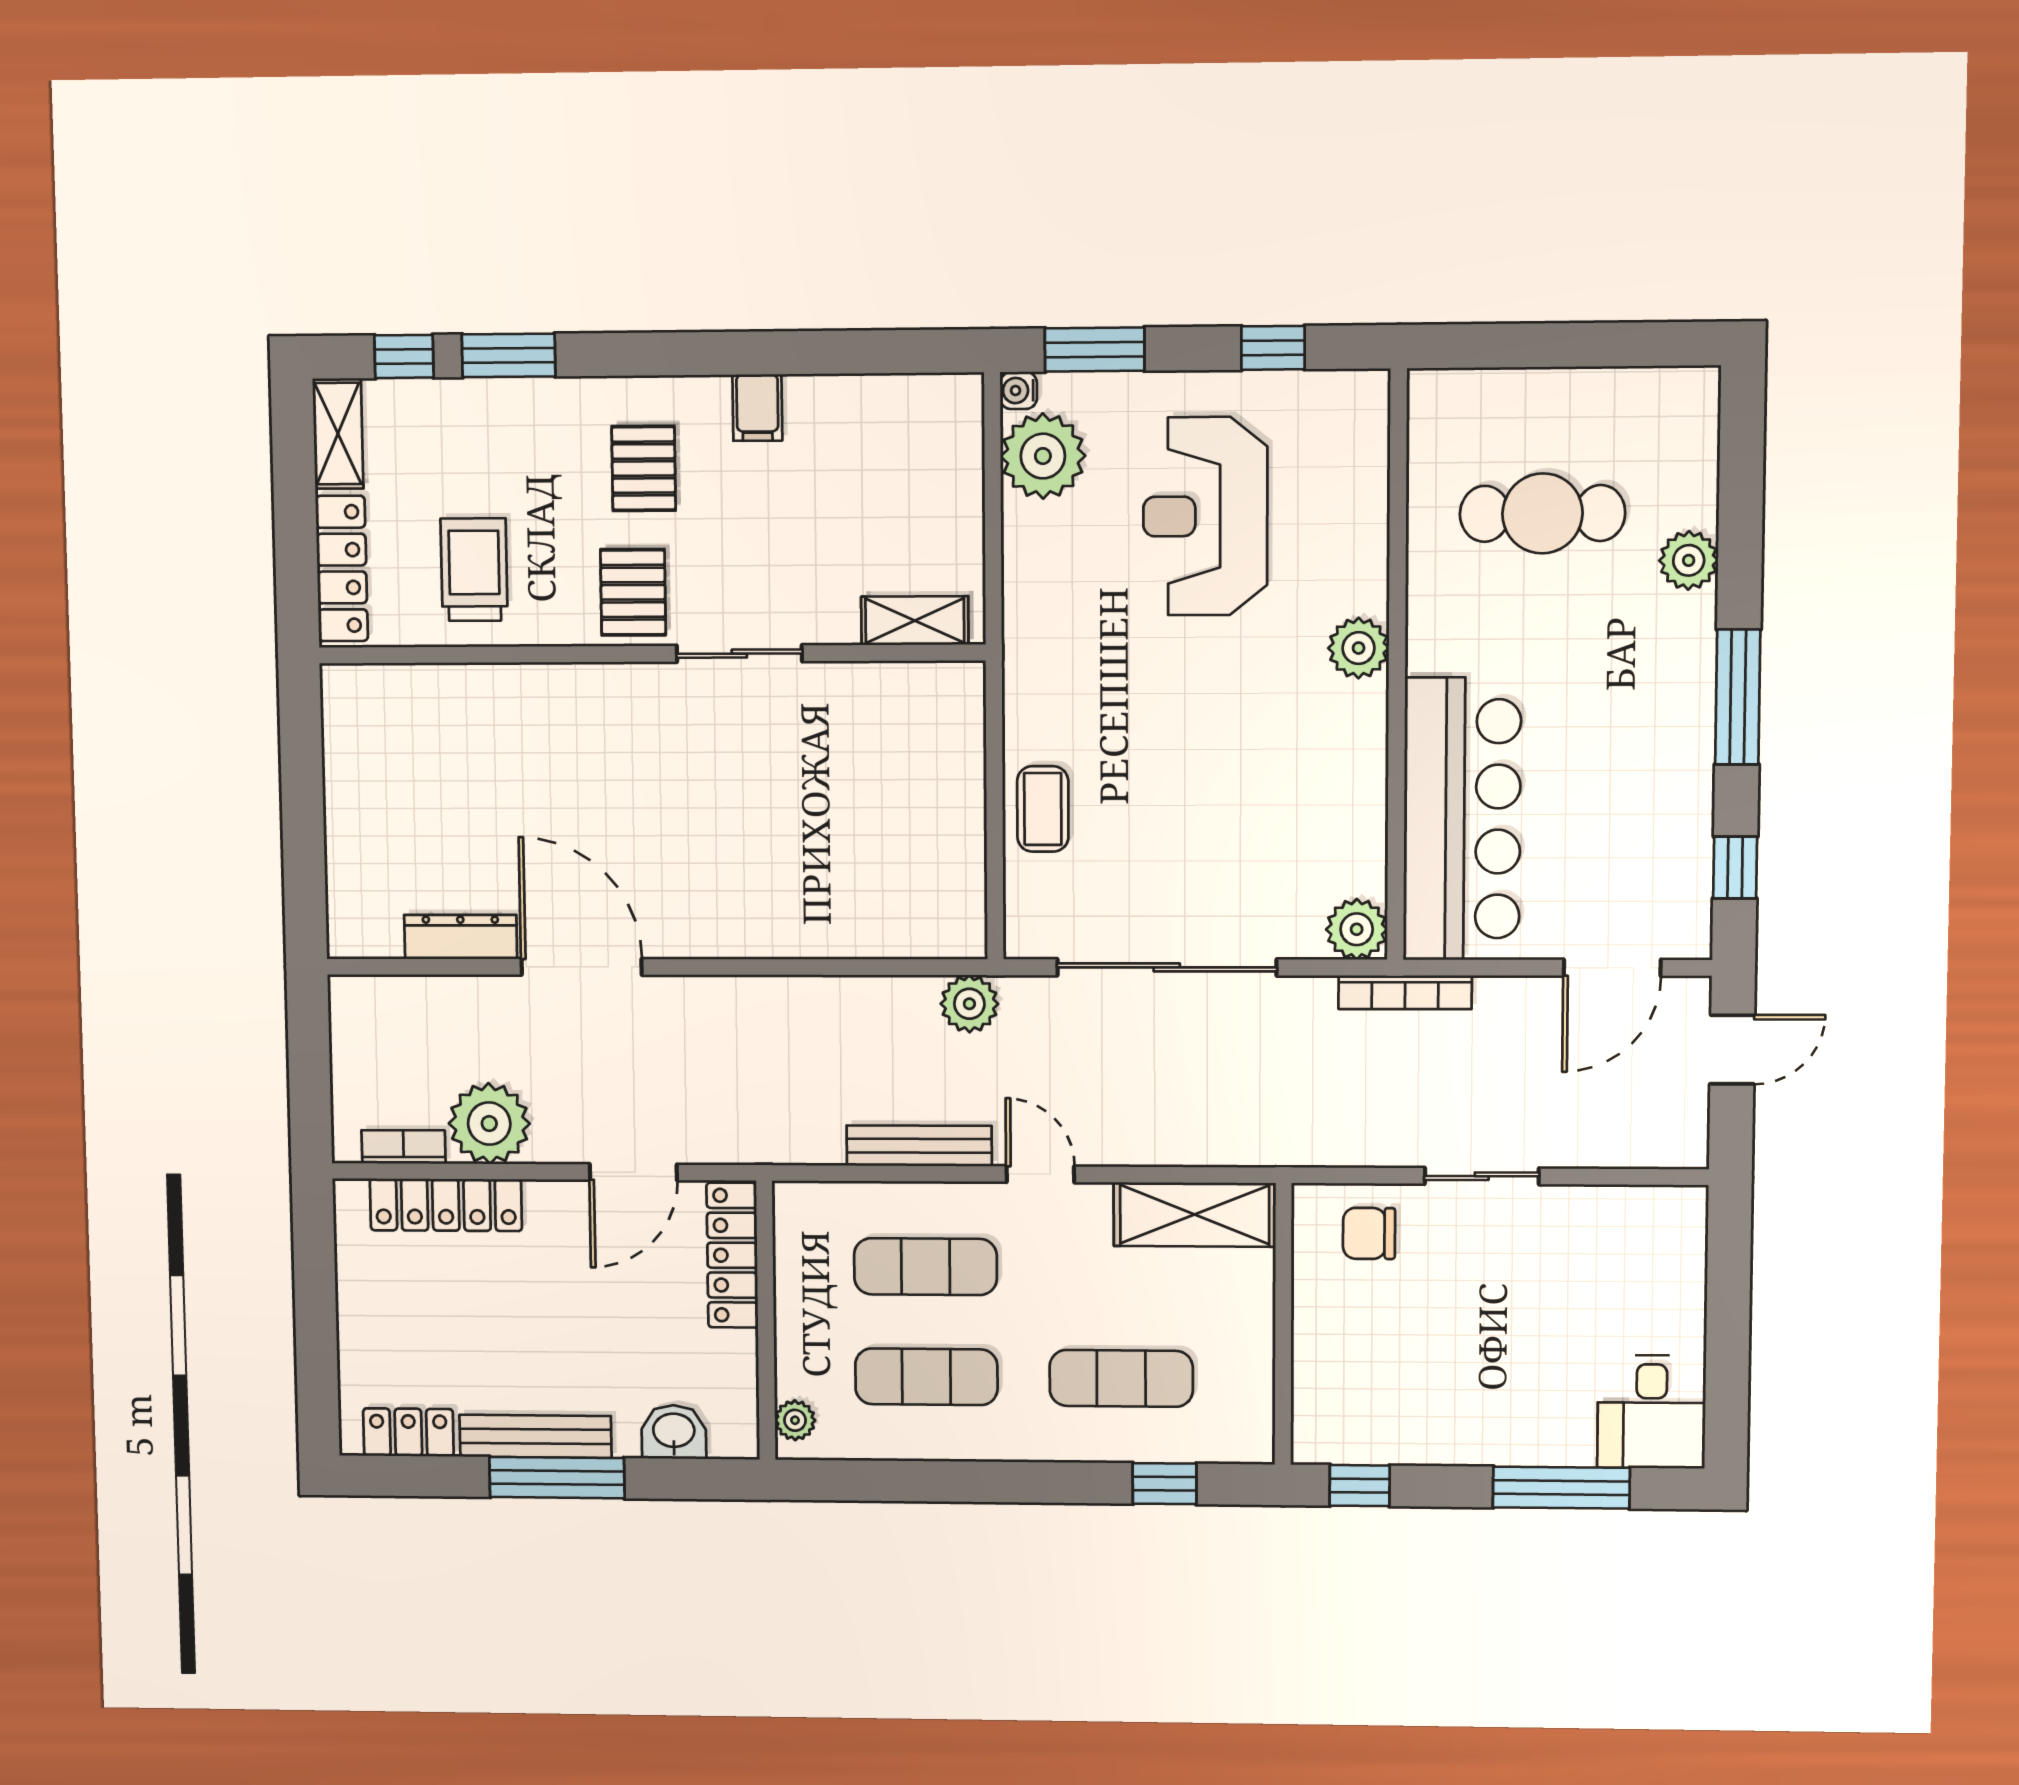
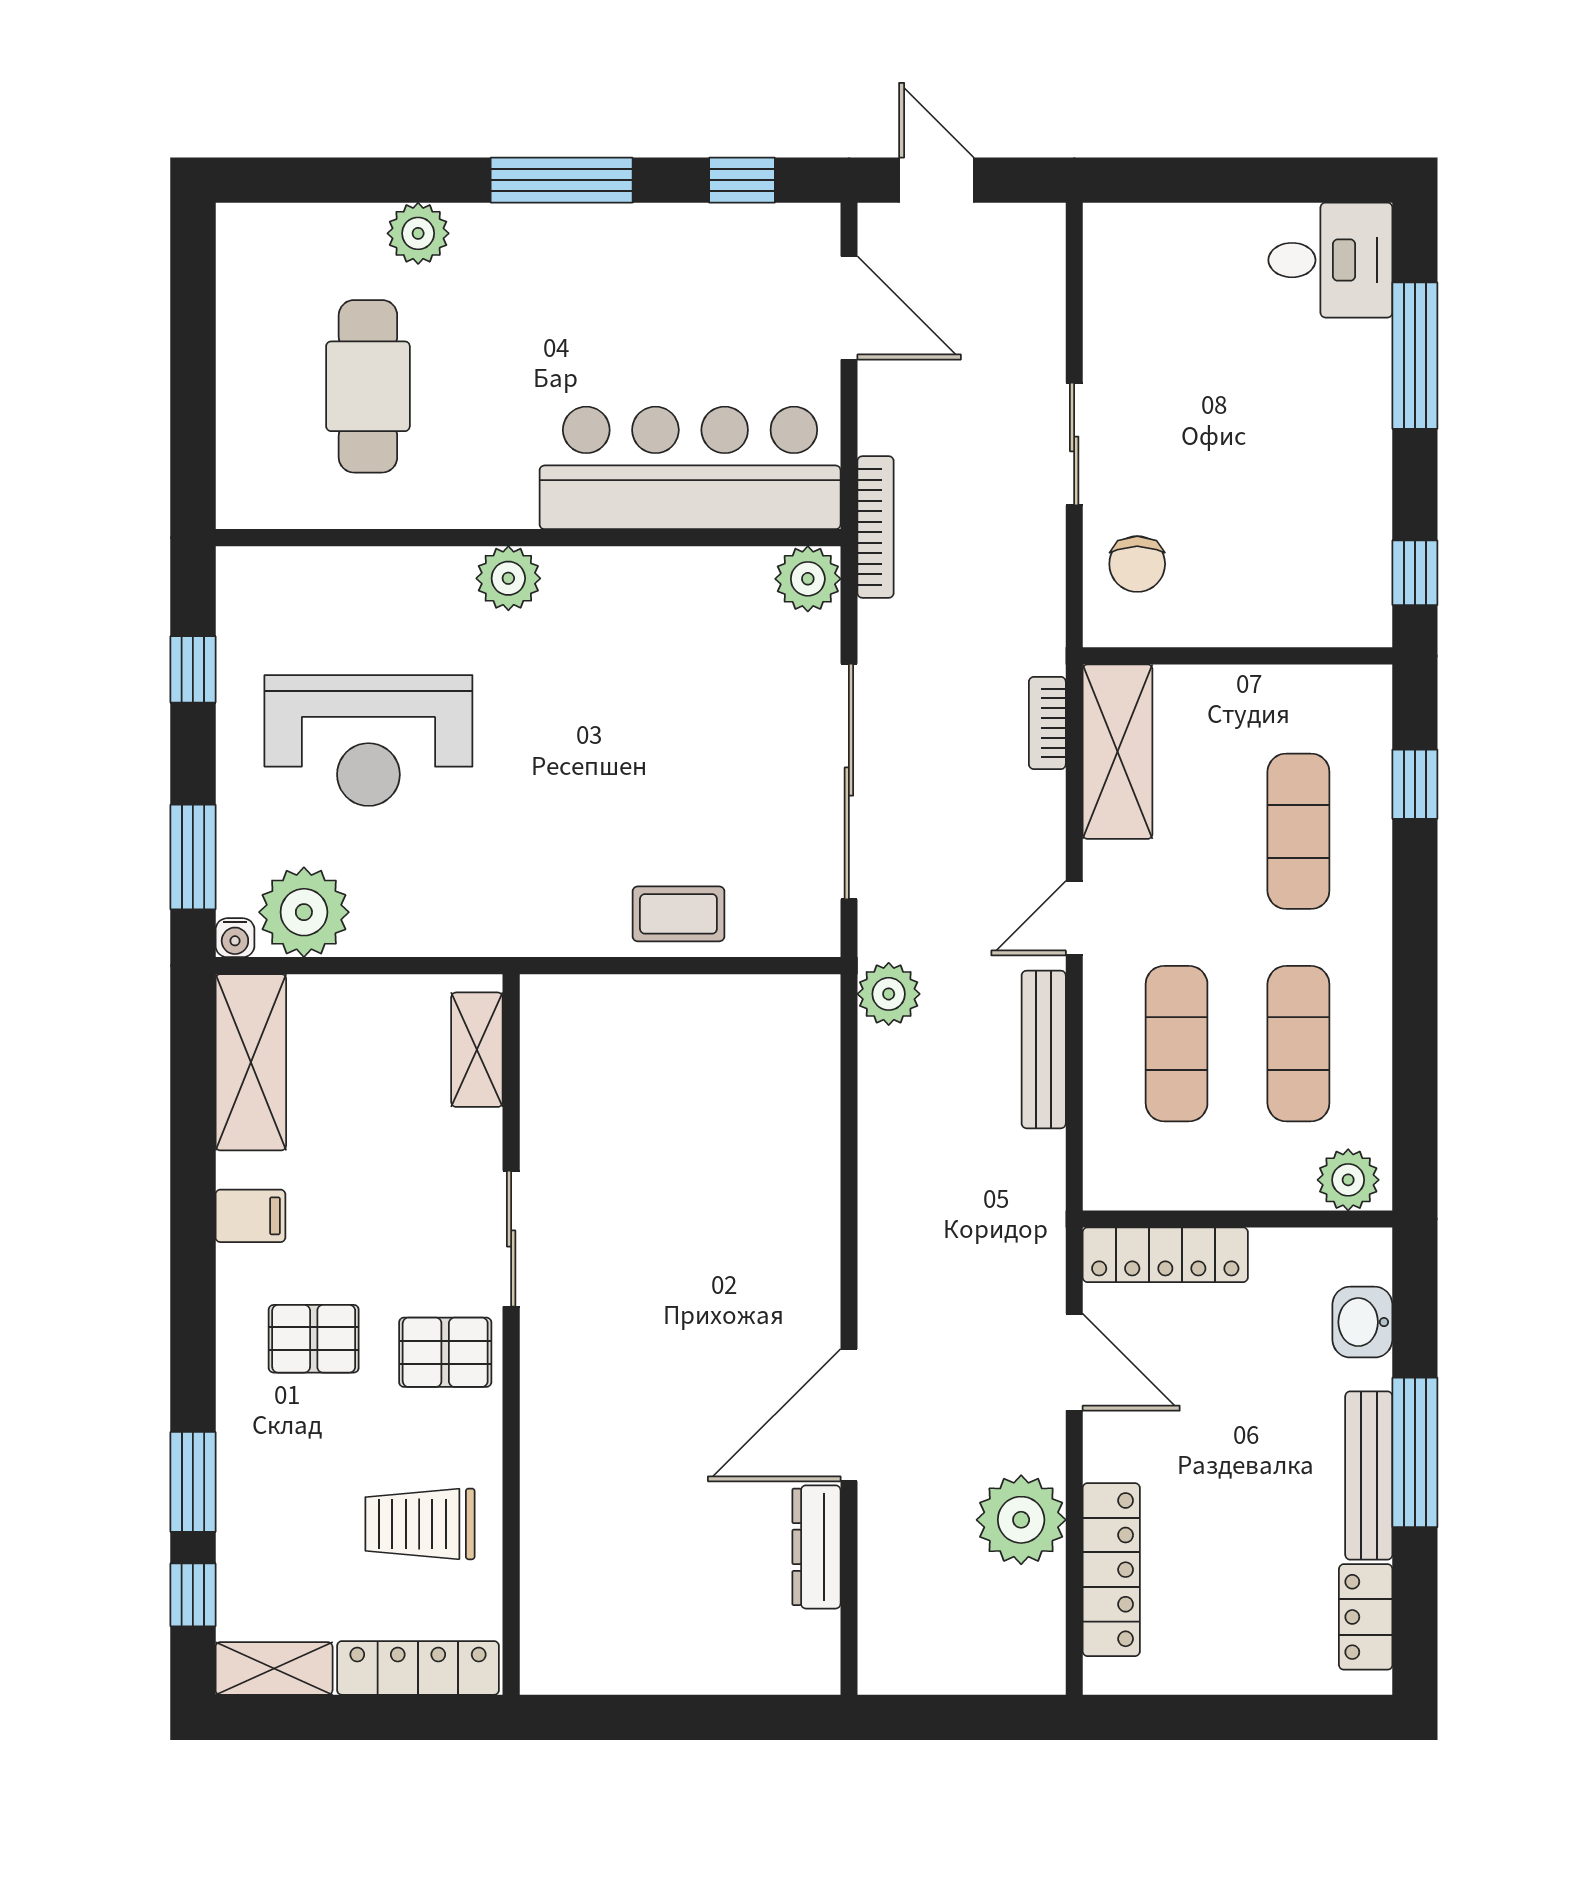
shelving: (901, 407) -> (251, 1062), added
bookcase: (403, 1147) -> (1047, 723), moved
plant: (795, 1420) -> (1348, 1180), width x1.38, depth x1.38

